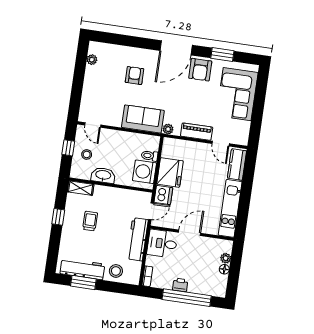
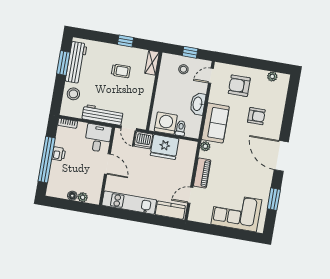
armchair: (200, 70) -> (239, 86), moved
washbasin: (103, 175) -> (198, 104), moved, turned 180

